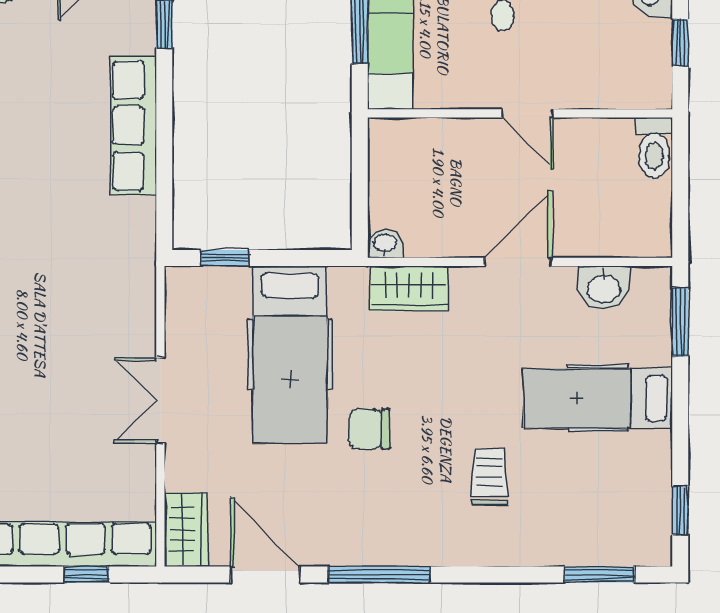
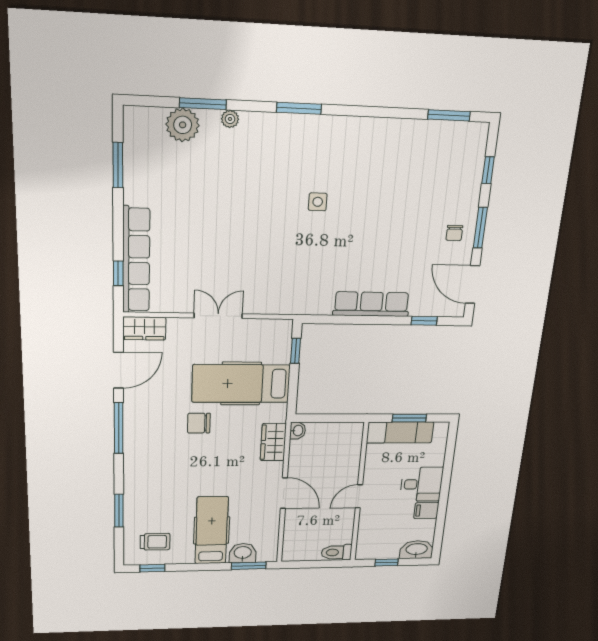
washbasin: (604, 288) -> (243, 553), moved, turned 90
chair: (369, 429) -> (199, 423), turned -90
trolley: (490, 476) -> (155, 542), moved
window: (599, 575) -> (119, 511), moved

